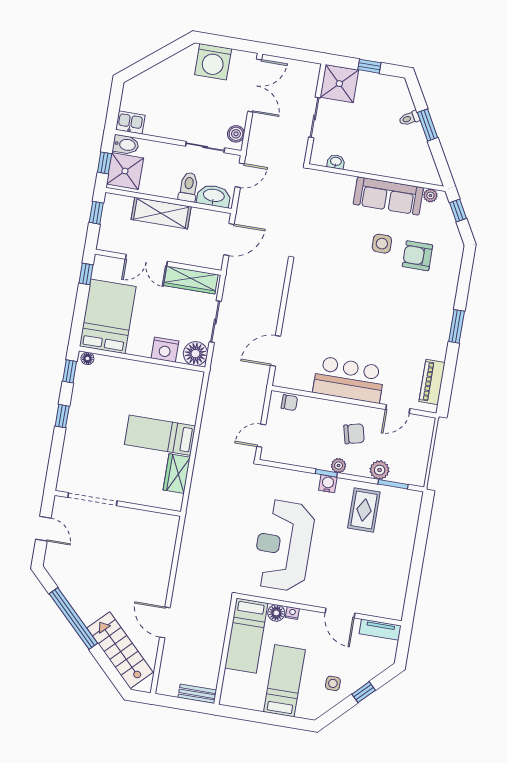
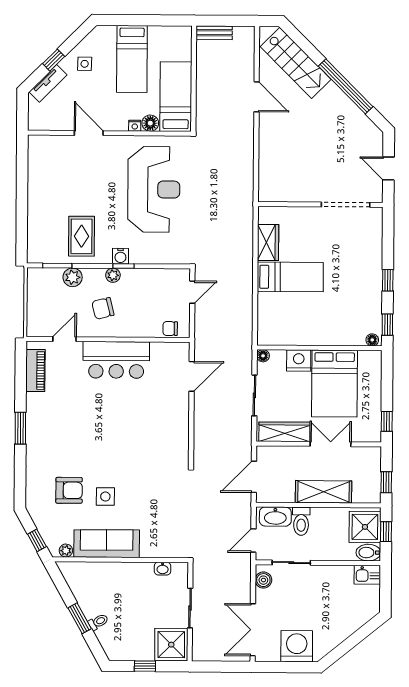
bed: (108, 316) -> (334, 384), moved
floor lamp: (195, 354) -> (263, 356), width x0.53, depth x0.53
tv unit: (380, 630) -> (48, 83), moved, turned 135

